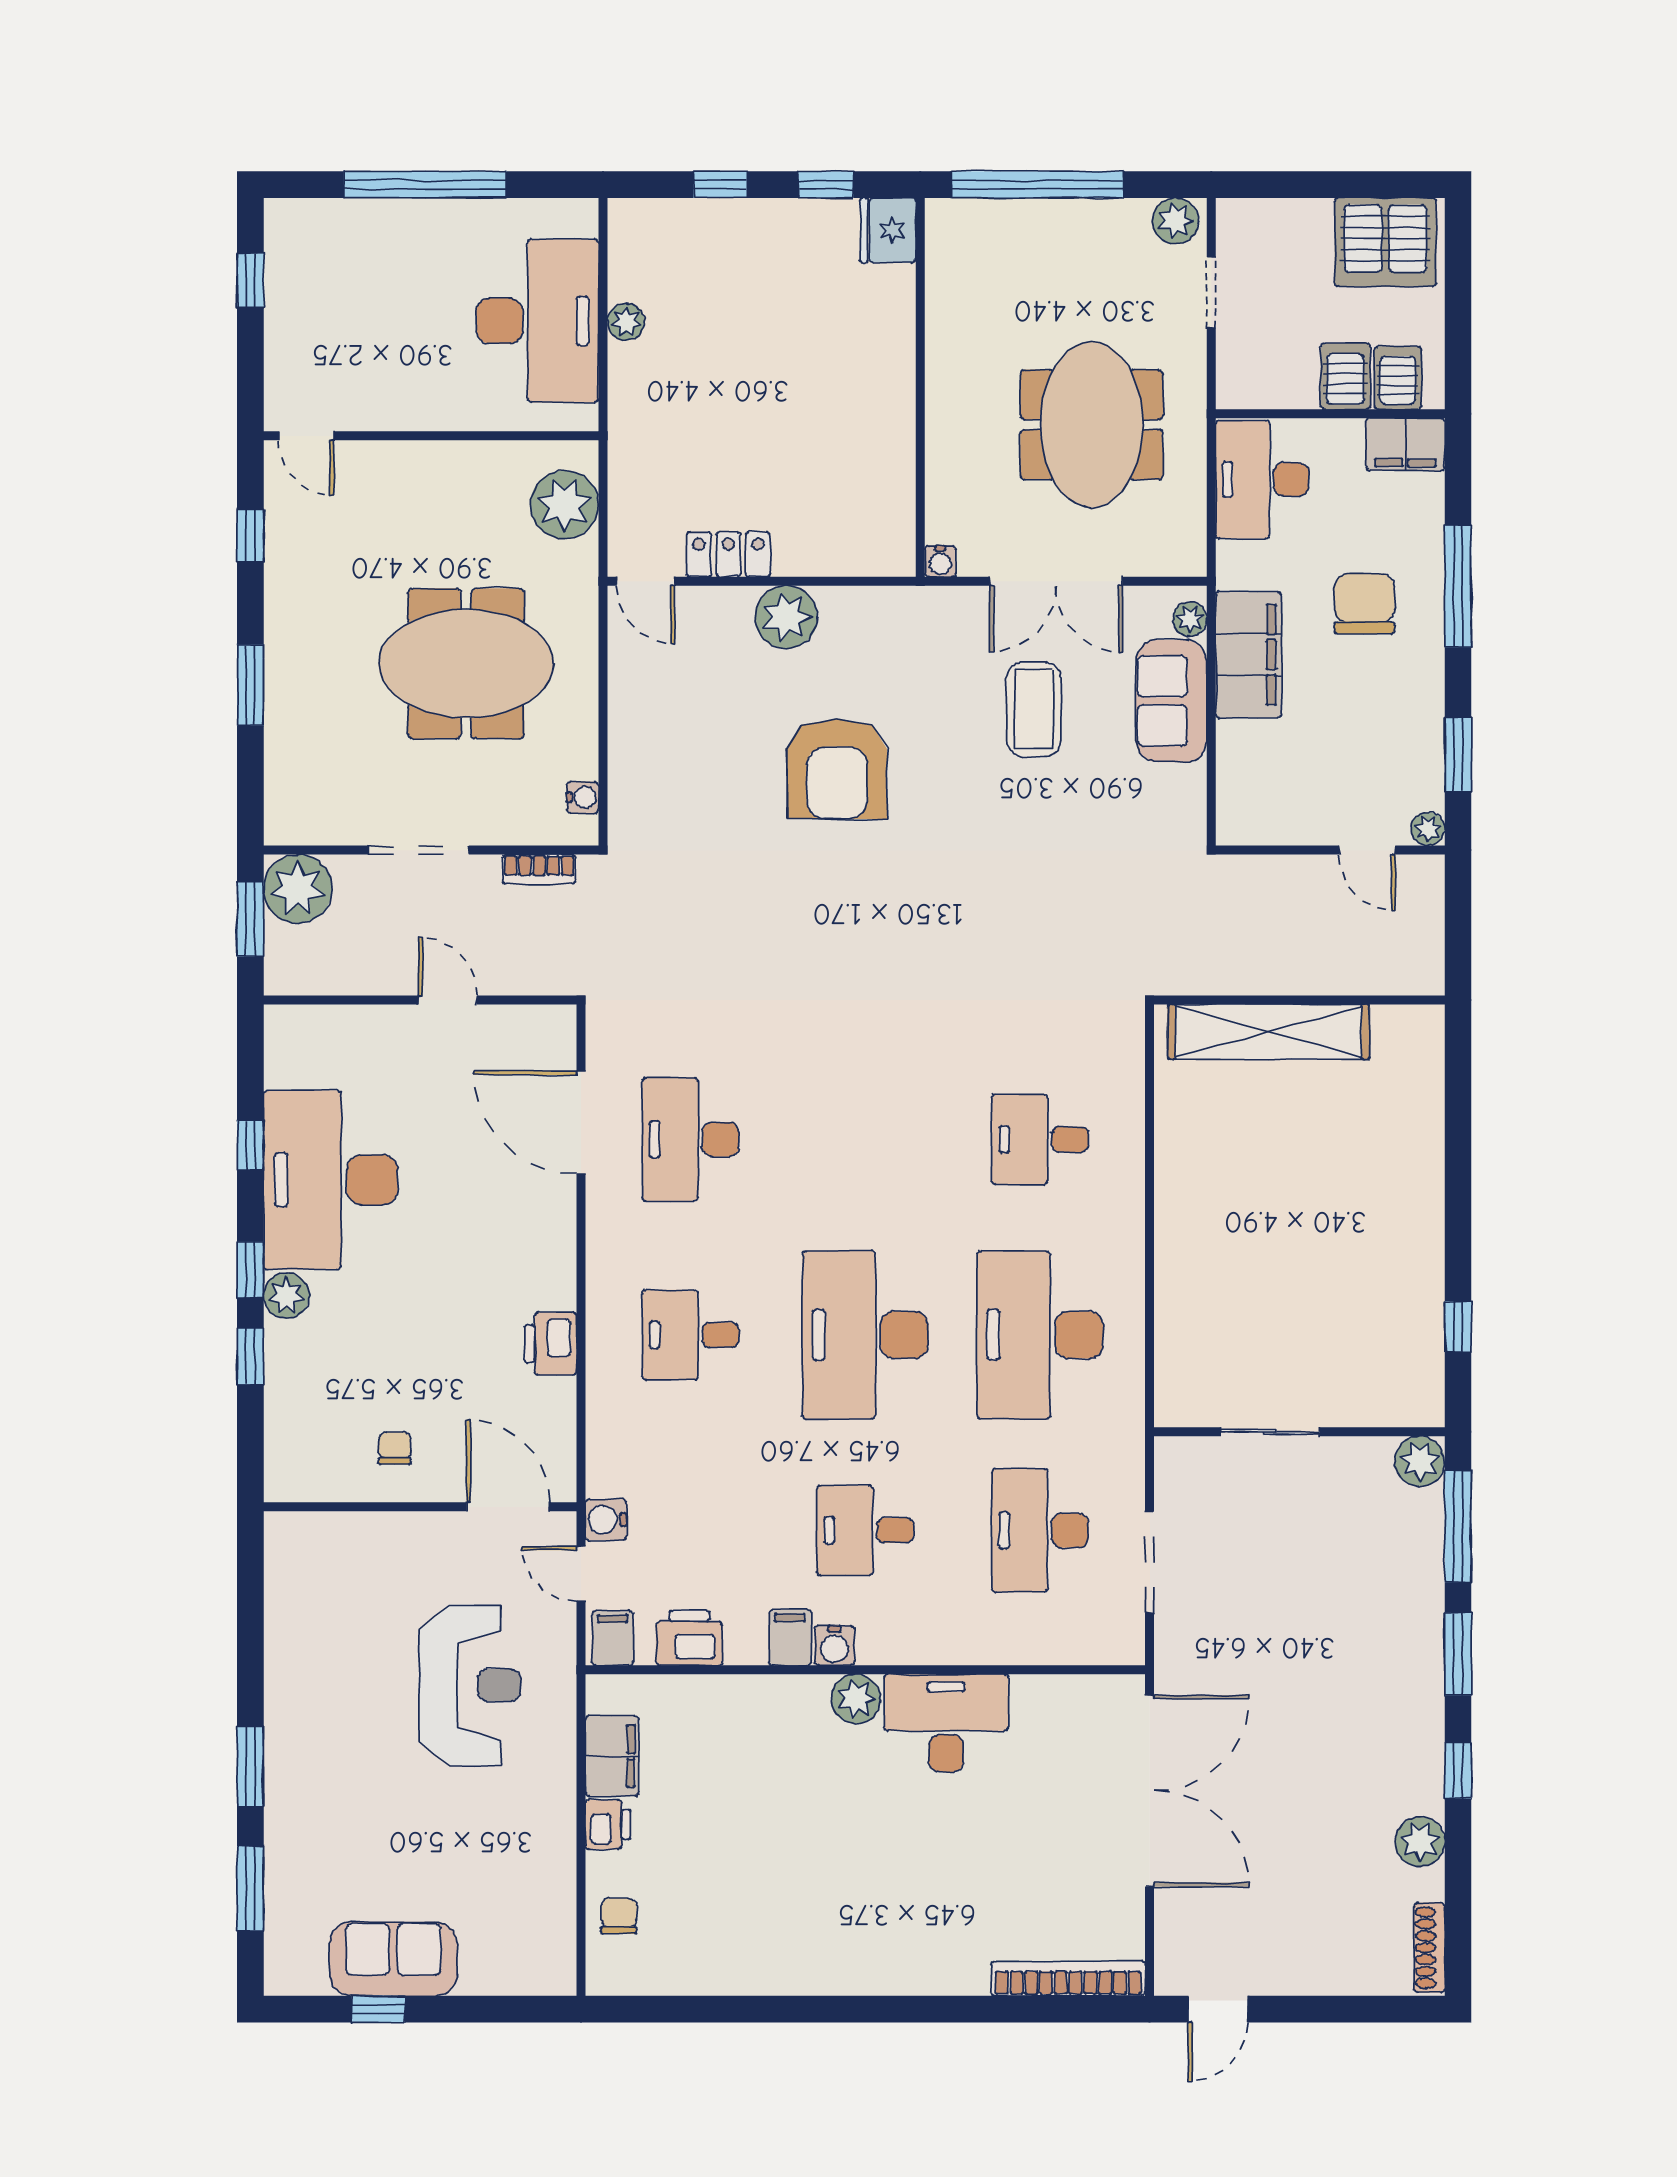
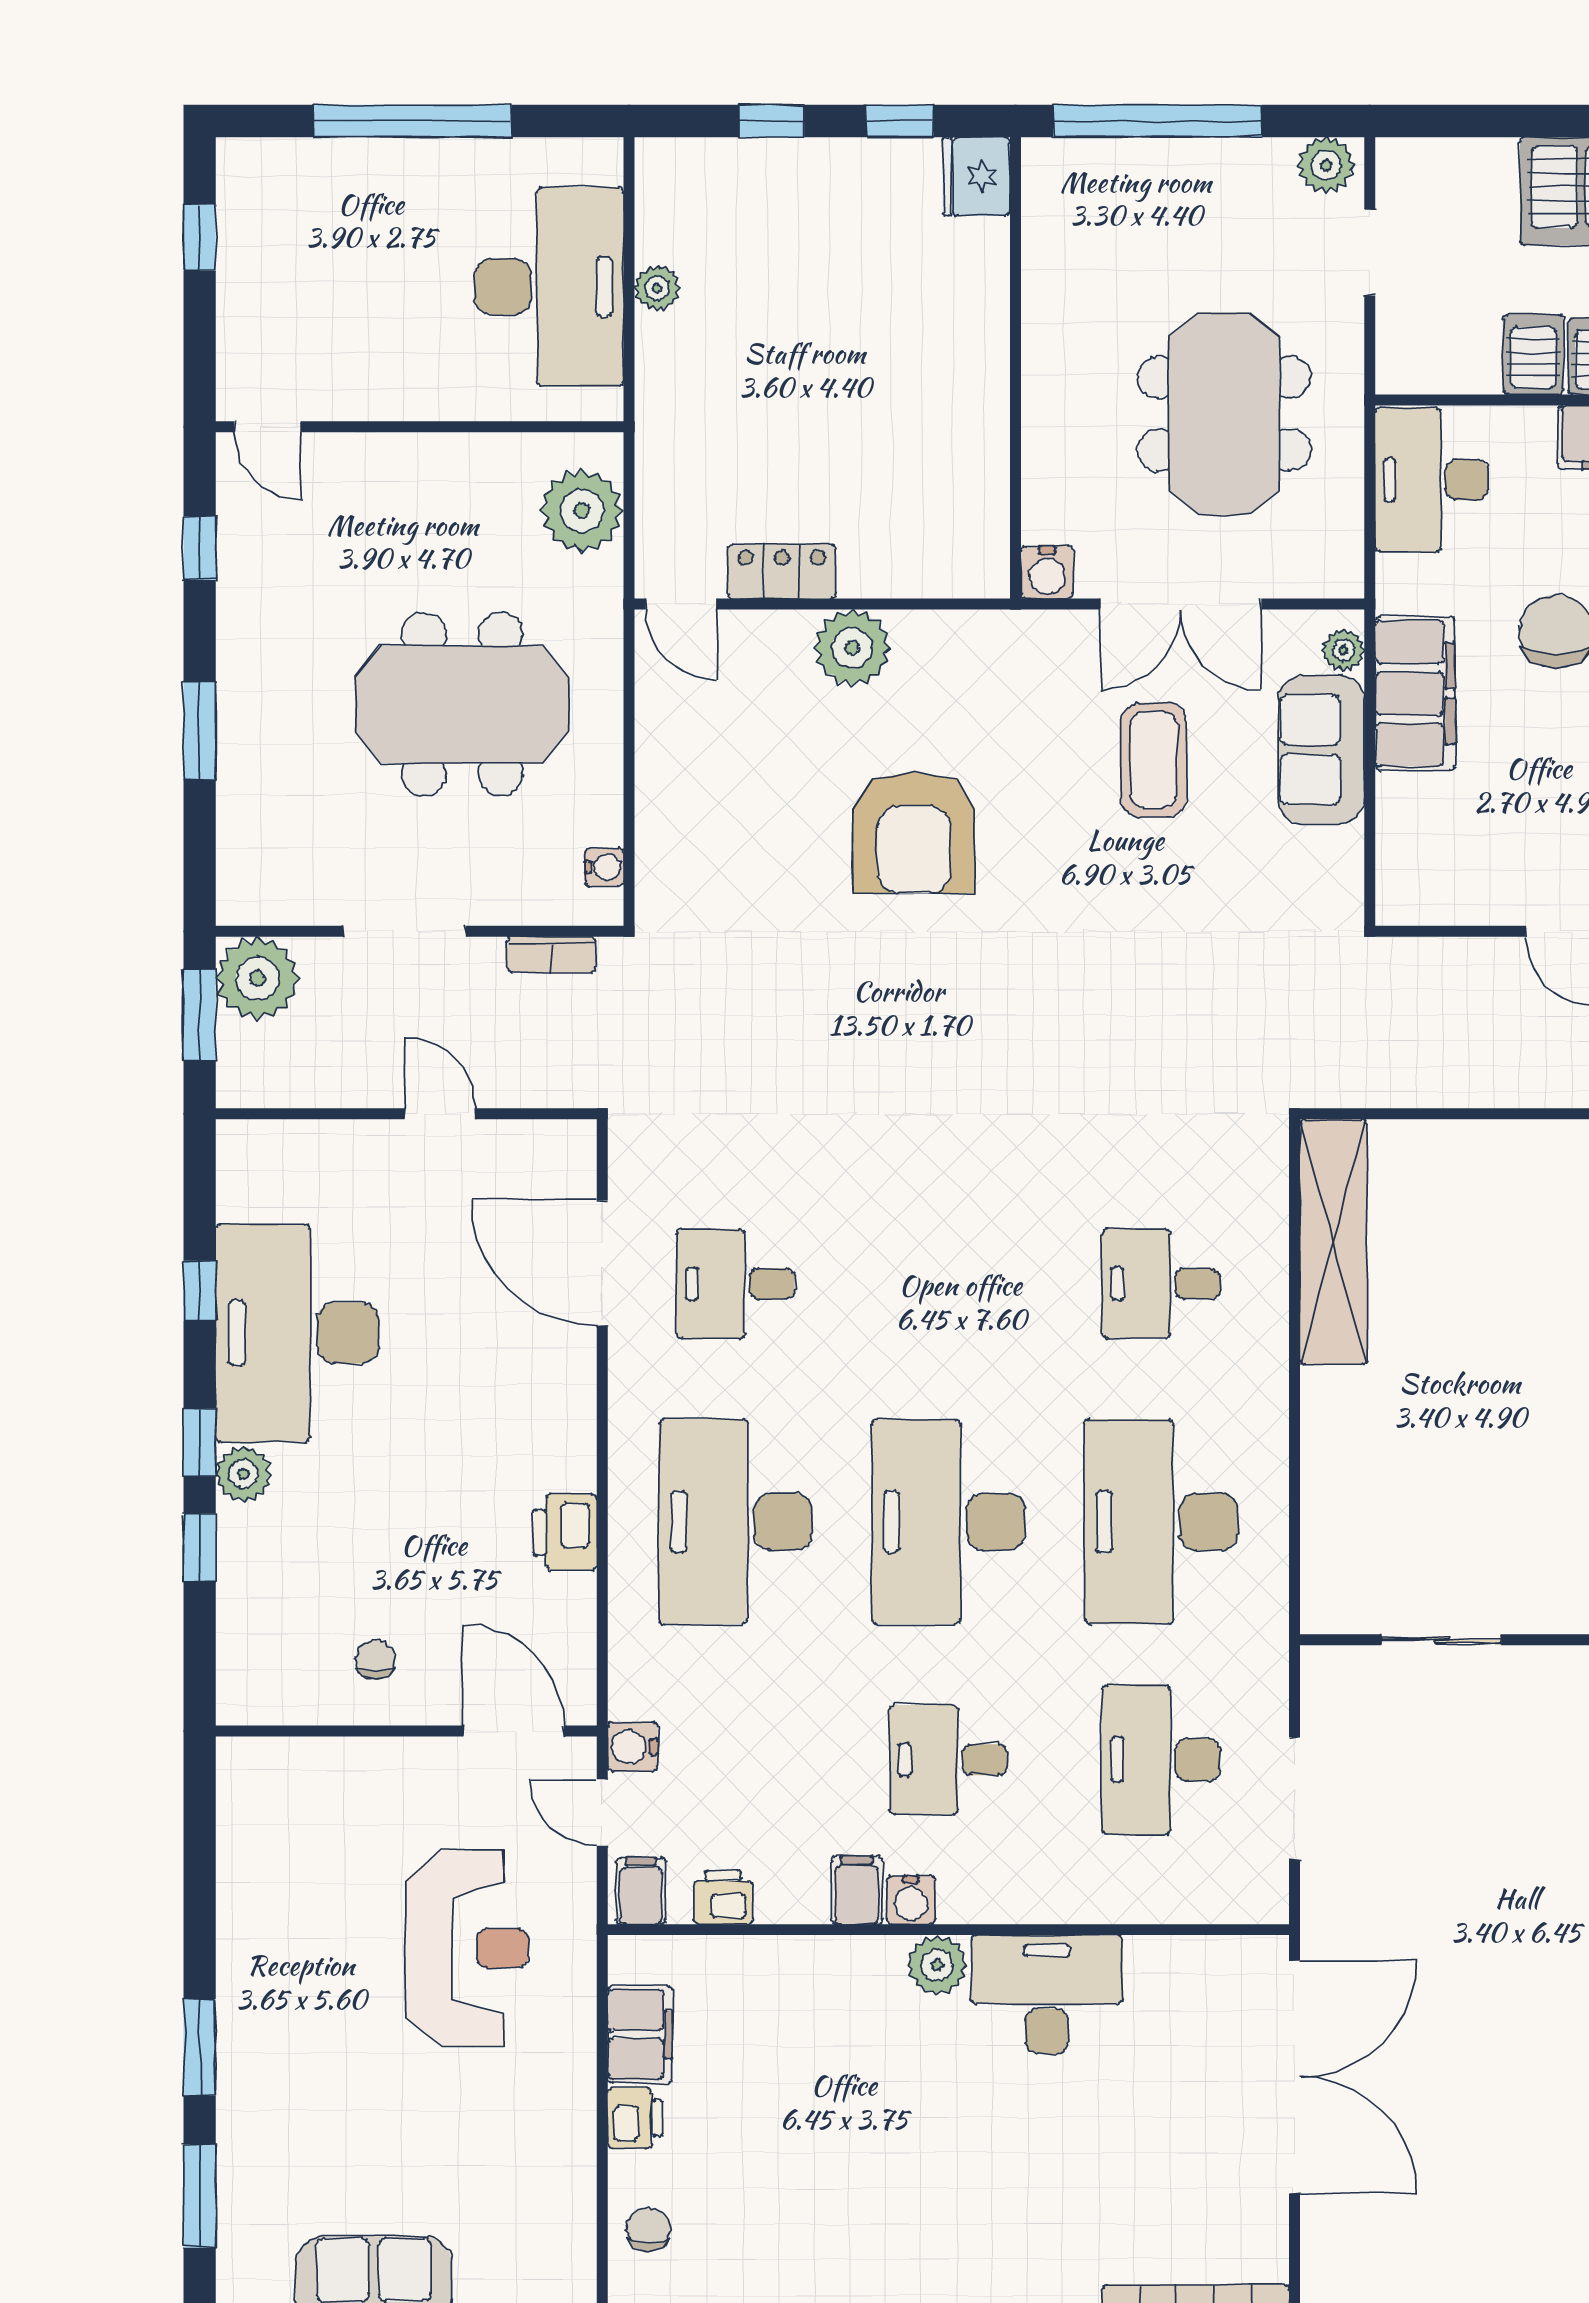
water cooler: (940, 561) -> (1047, 572), width x1.38, depth x1.38
shelving: (1269, 1032) -> (1333, 1242), moved, turned 90
desk: (690, 1139) -> (736, 1284), width x0.73
desk: (690, 1335) -> (736, 1522), width x1.87, depth x1.30
printer: (689, 1638) -> (723, 1897), width x0.73, depth x0.81

